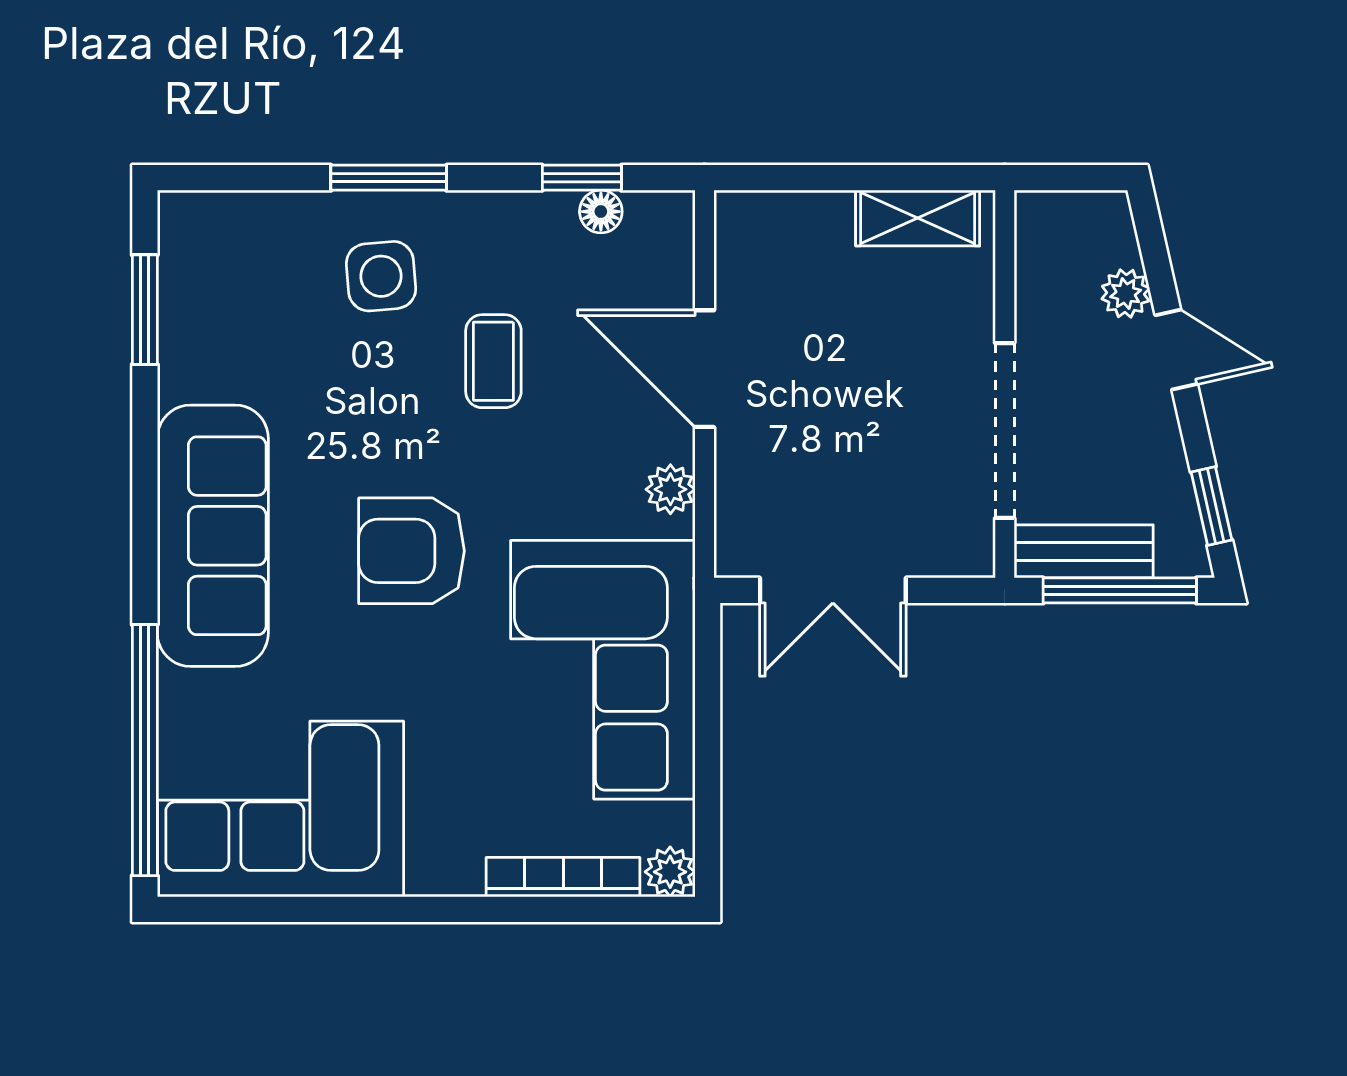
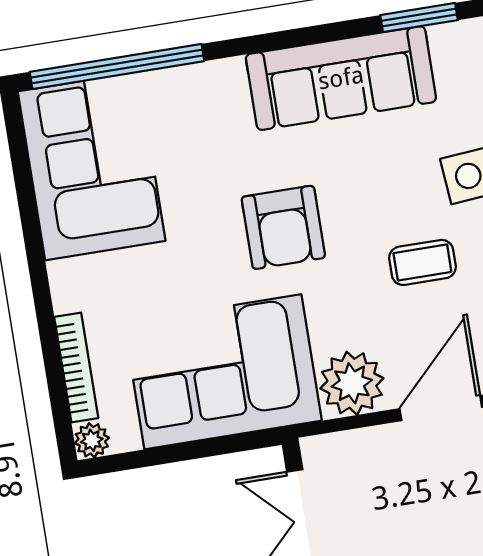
plant: (670, 489) -> (352, 383), width x1.88, depth x1.88
sofa: (213, 536) -> (341, 78), moved
armchair: (412, 551) -> (283, 227), turned 180

